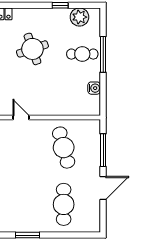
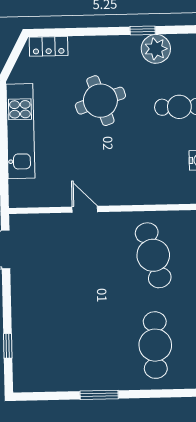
plant: (79, 17) -> (156, 49), moved

